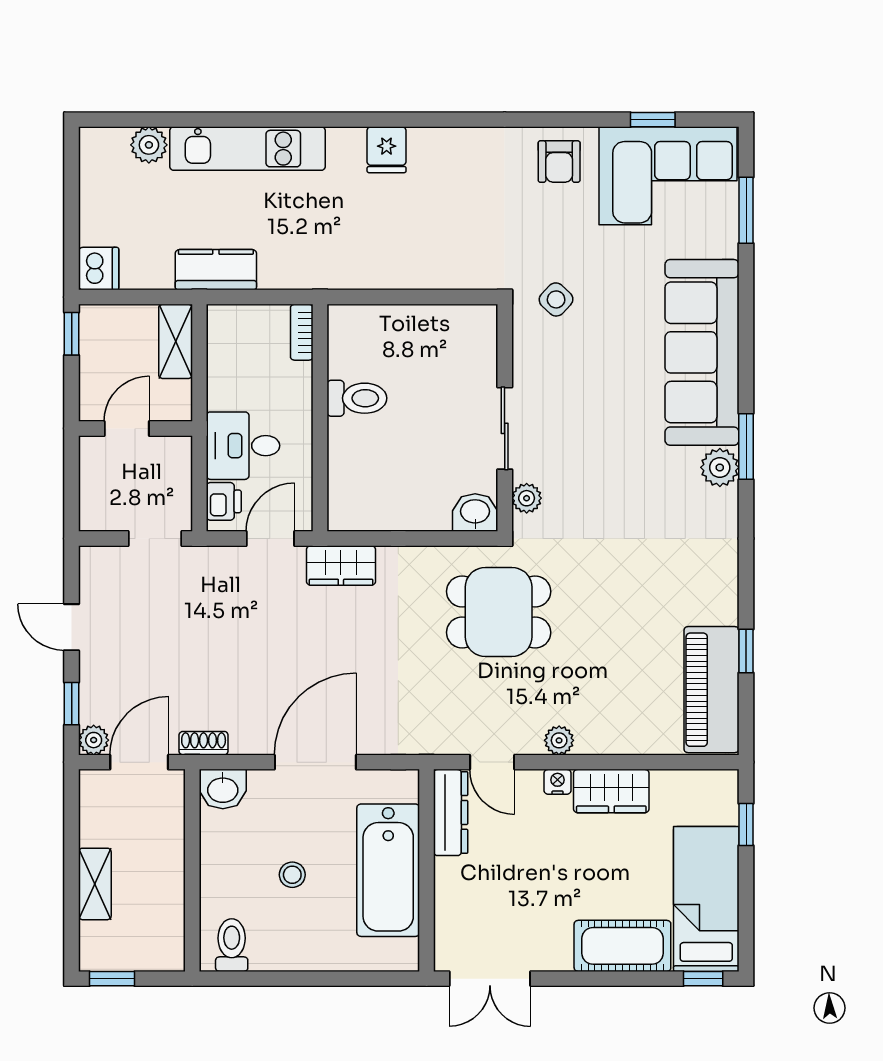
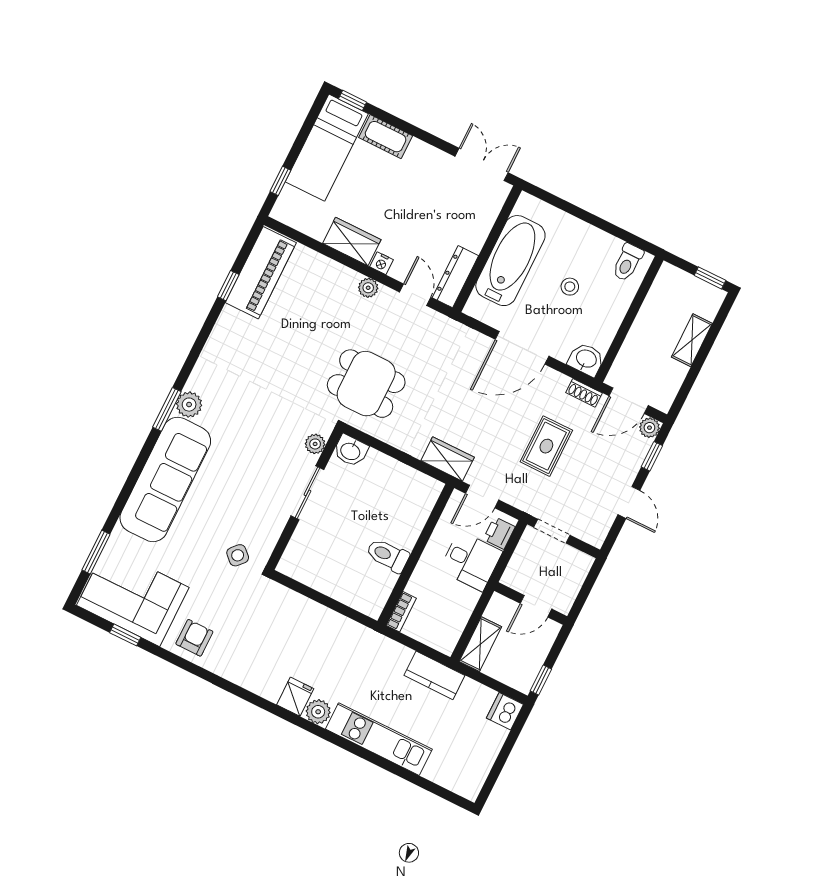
plant: (149, 145) -> (318, 712), moved
rug: (218, 648) -> (546, 446), added
cot: (622, 946) -> (386, 137), width x0.73, depth x0.75

